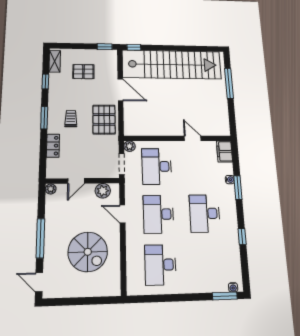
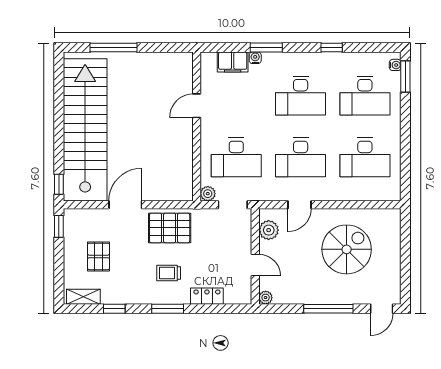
filing cabinet: (225, 151) -> (233, 62), moved
desk: (208, 263) -> (365, 96), added

